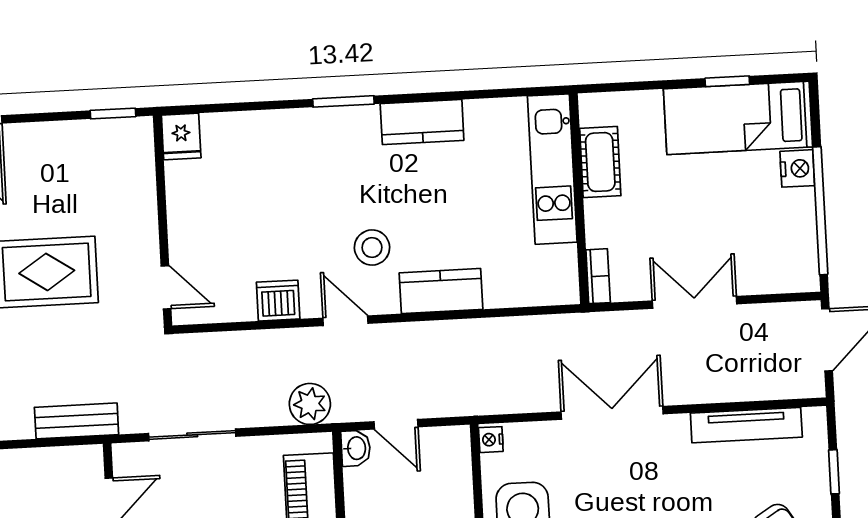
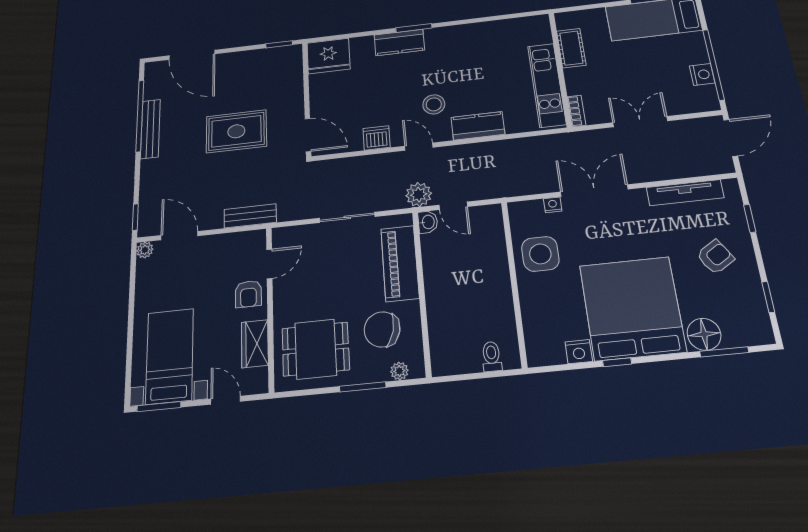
kitchen counter: (422, 122) -> (399, 42), moved
fridge: (181, 137) -> (328, 56), width x1.88, depth x1.34
nightstand: (797, 168) -> (702, 75), moved
kitchen unit: (552, 169) -> (547, 85), moved
door: (166, 287) -> (308, 135), width x1.38
plant: (310, 404) -> (419, 195), moved
sliding door: (192, 435) -> (347, 217), moved
nightstand: (491, 440) -> (553, 205), moved, turned 90

